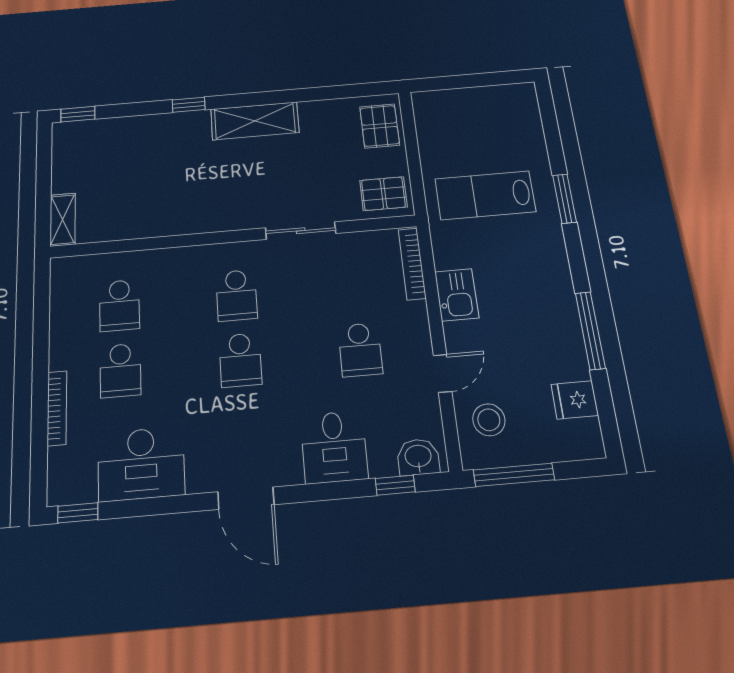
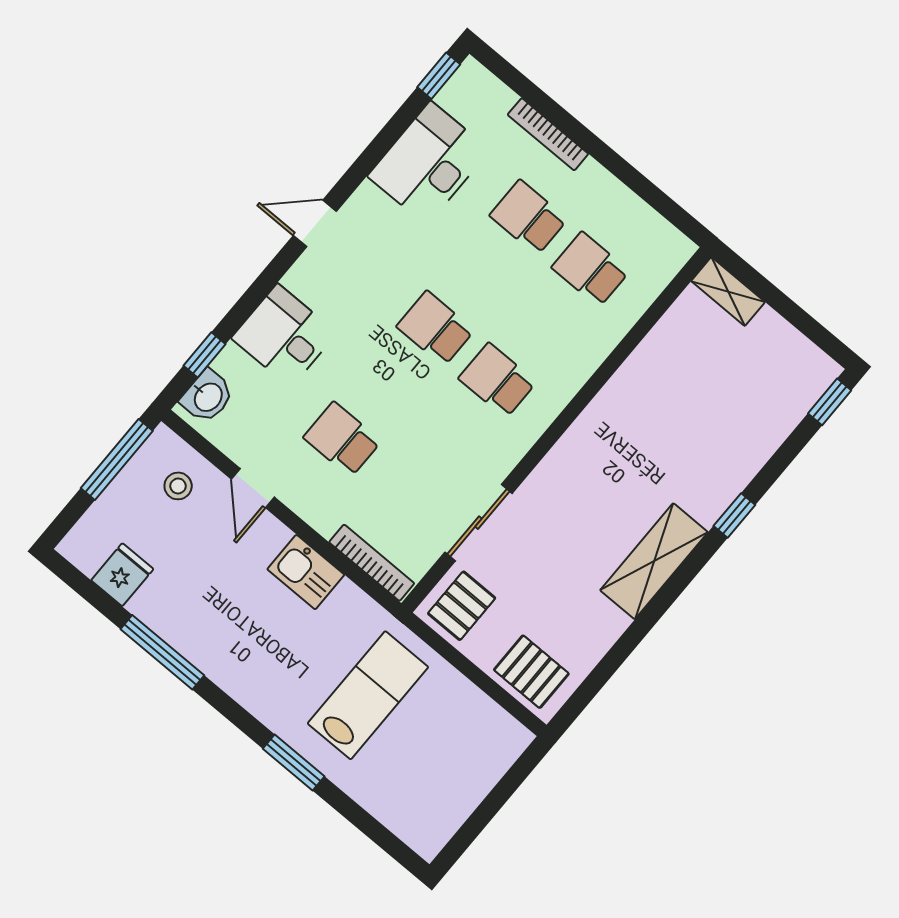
sliding door: (301, 231) -> (478, 523), moved
stool: (489, 420) -> (178, 486), width x0.73, depth x0.73
door: (246, 498) -> (315, 223), width x0.73

